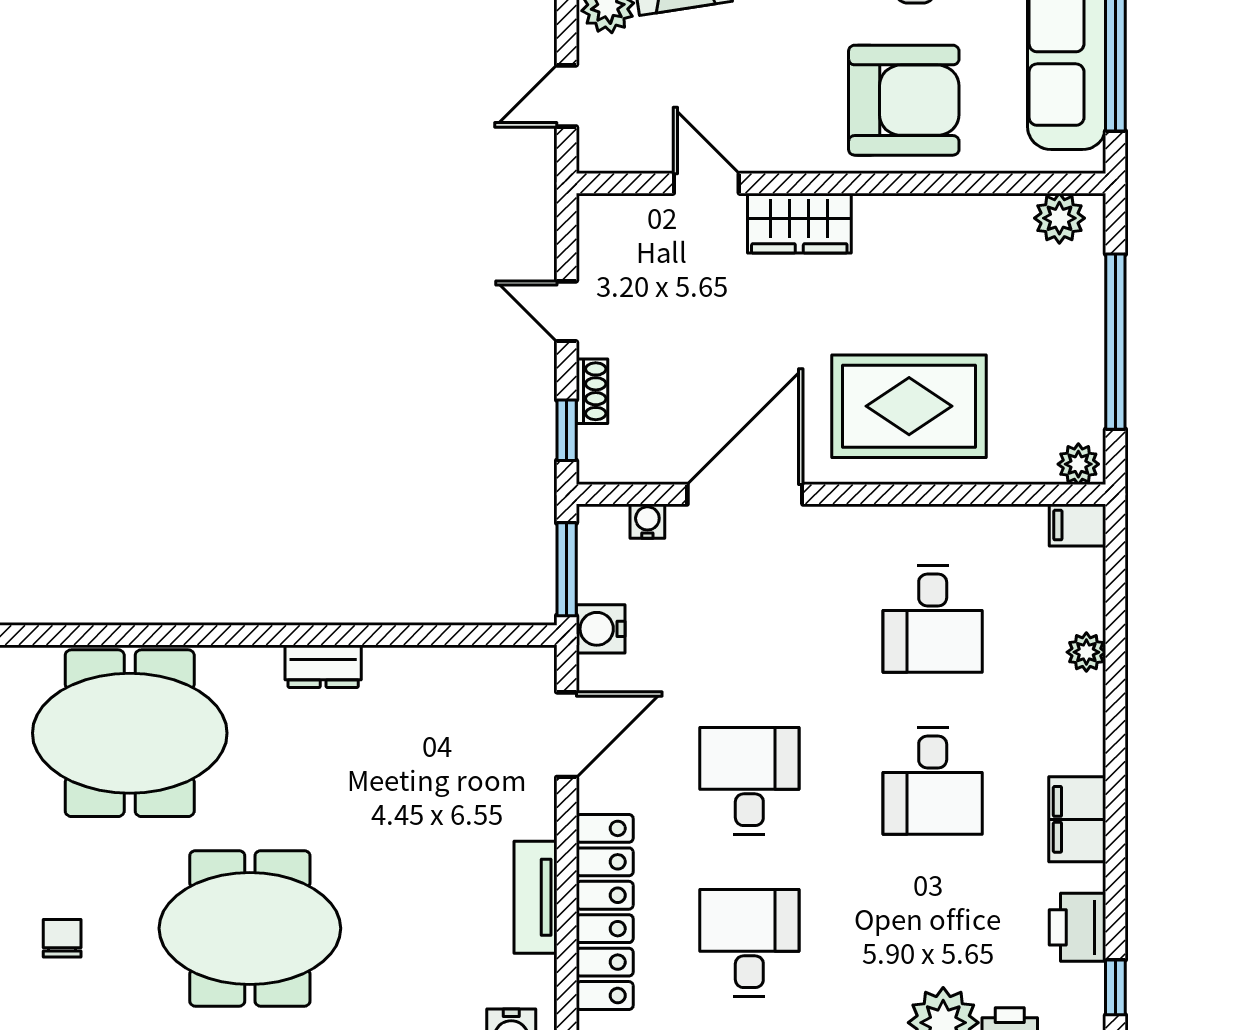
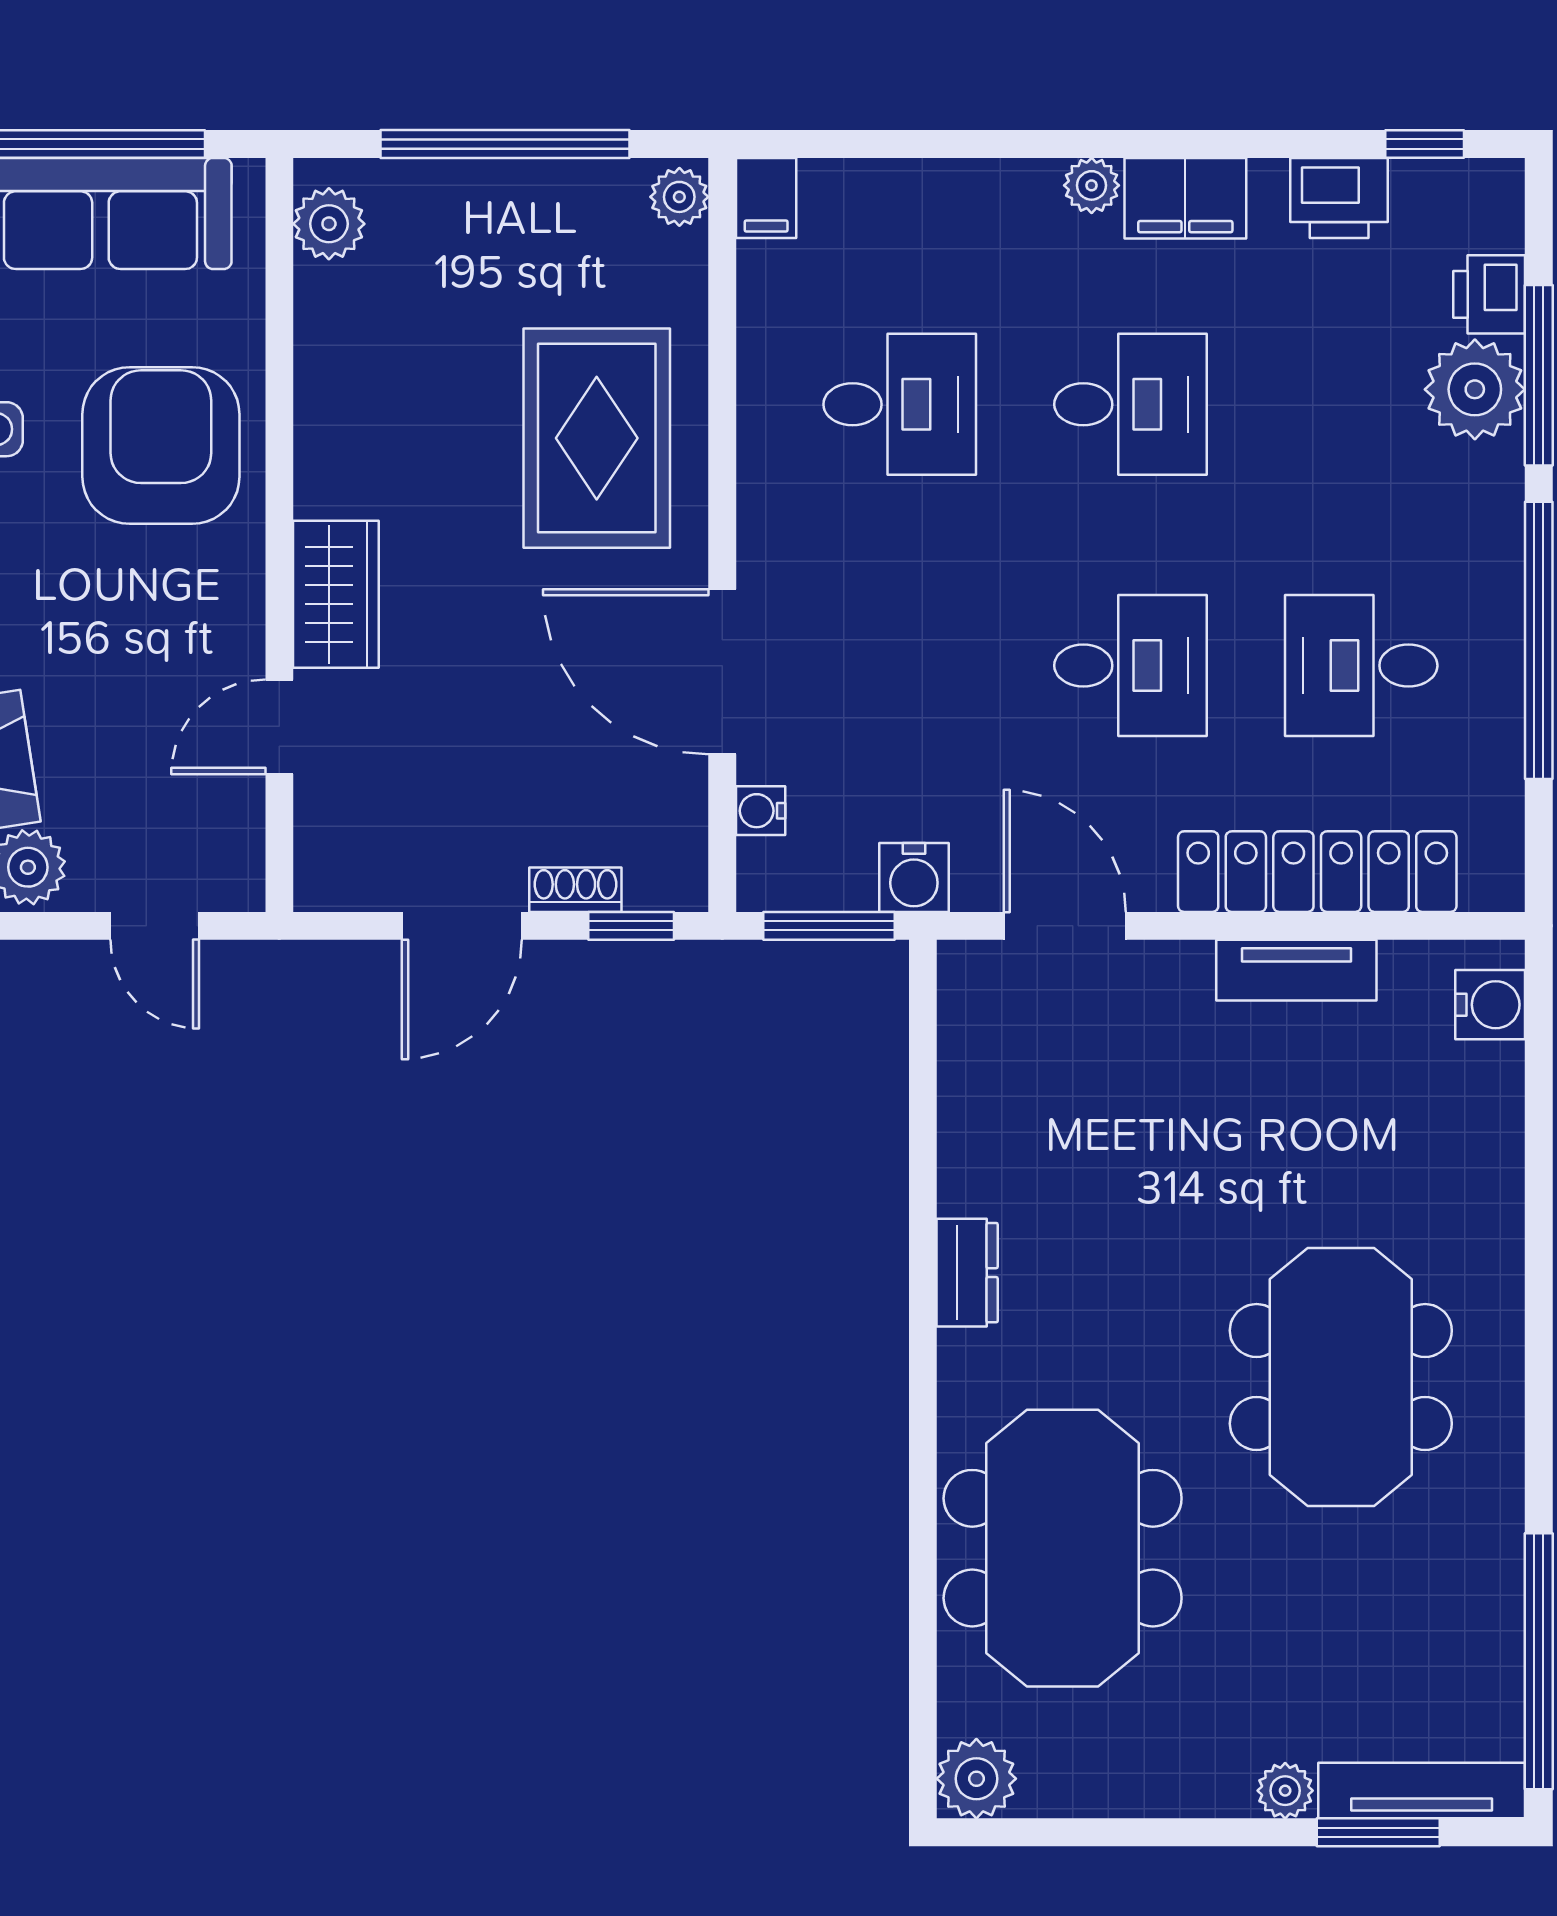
door: (567, 311) -> (462, 926), width x1.38
plant: (1086, 652) -> (1092, 185), moved
desk: (749, 781) -> (1130, 666), turned 180
chair: (62, 938) -> (1355, 1645), removed

